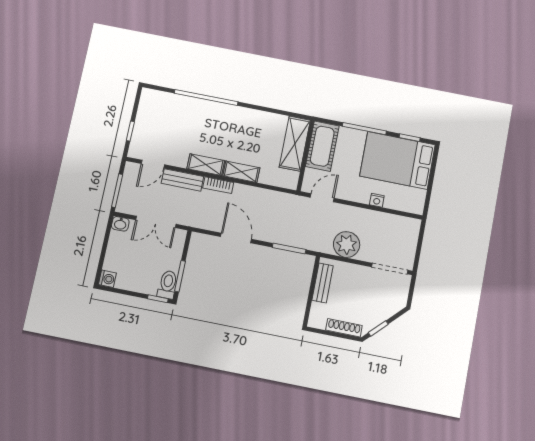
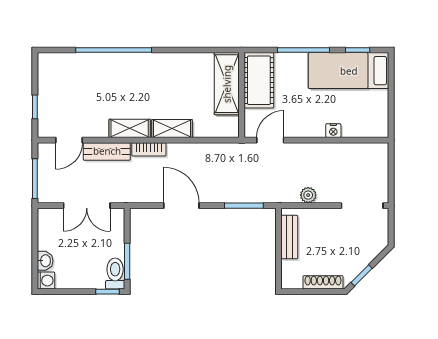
bed: (397, 160) -> (349, 71), width x0.67
washbasin: (120, 224) -> (45, 261), moved, turned -90
plant: (347, 245) -> (308, 195), width x0.53, depth x0.53

